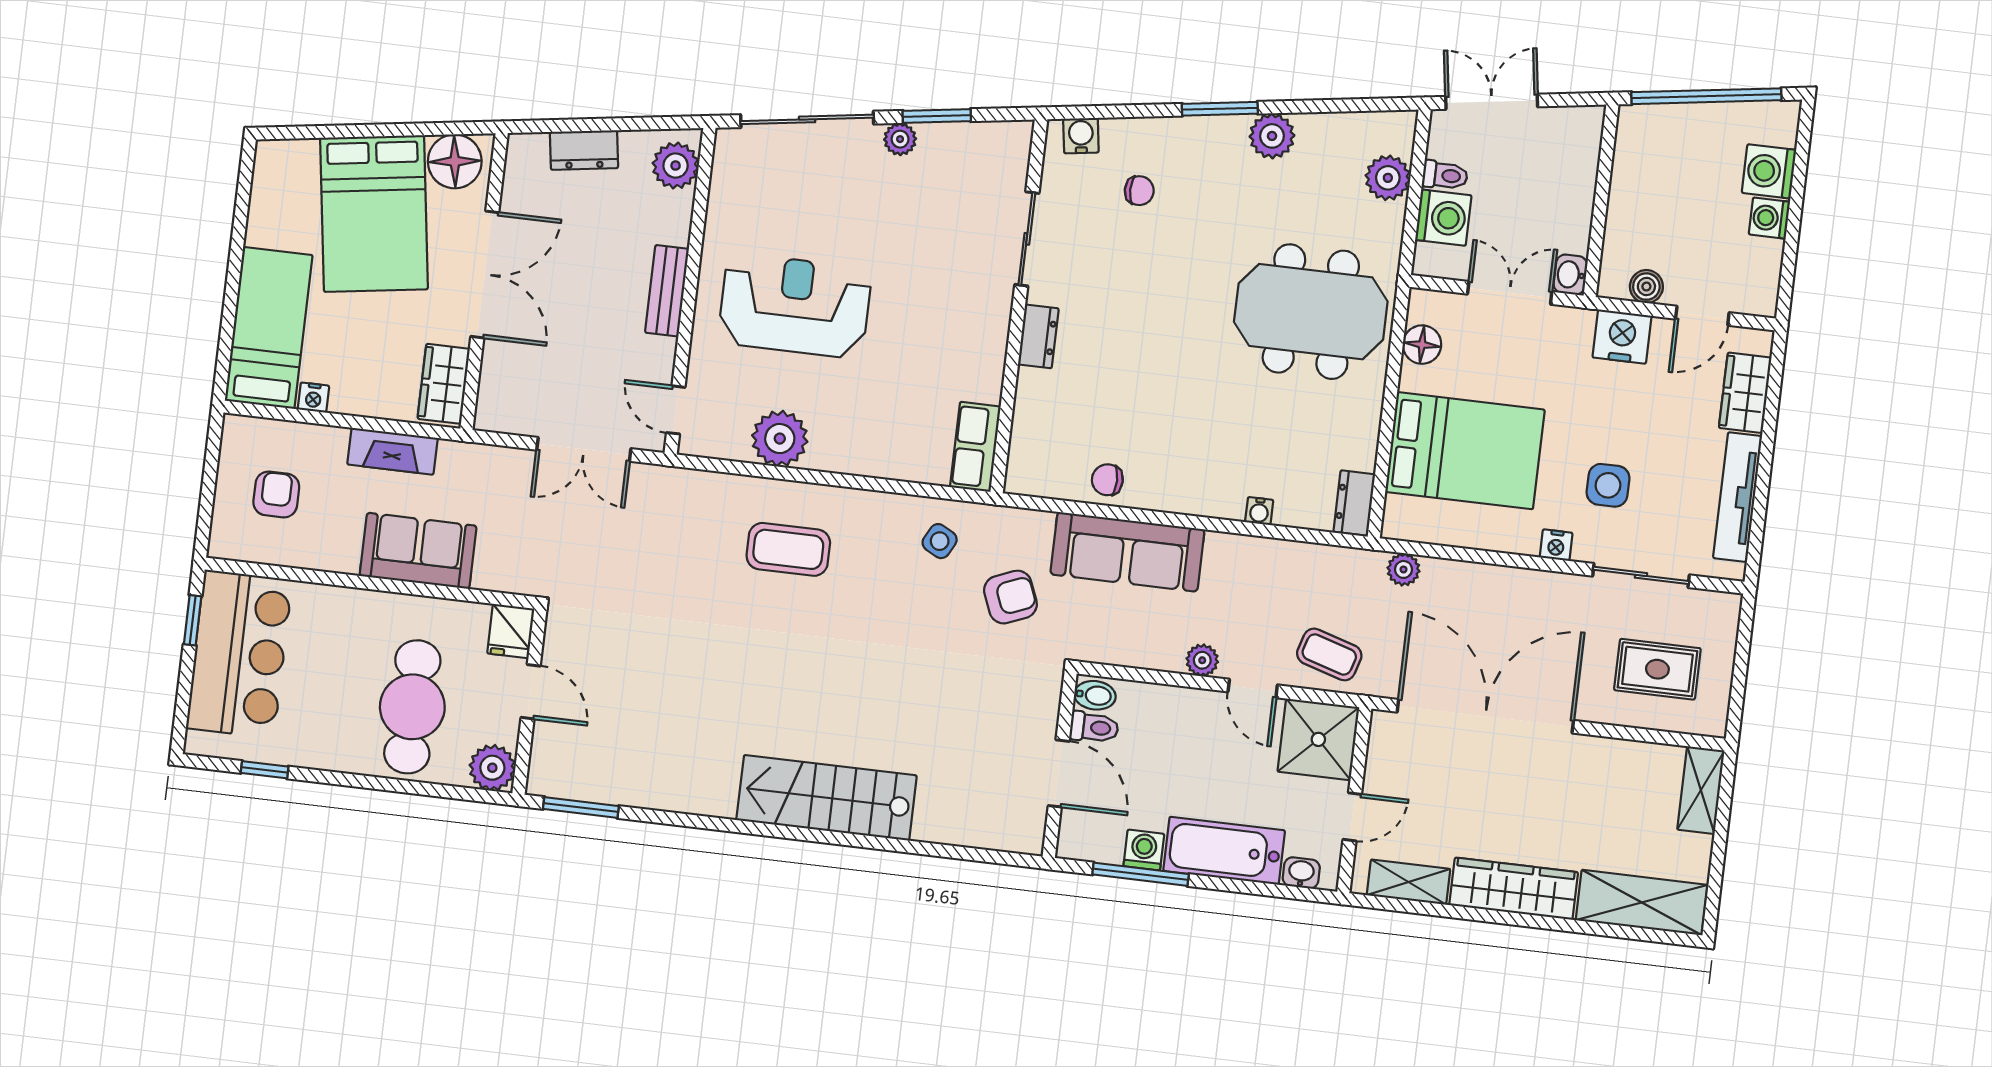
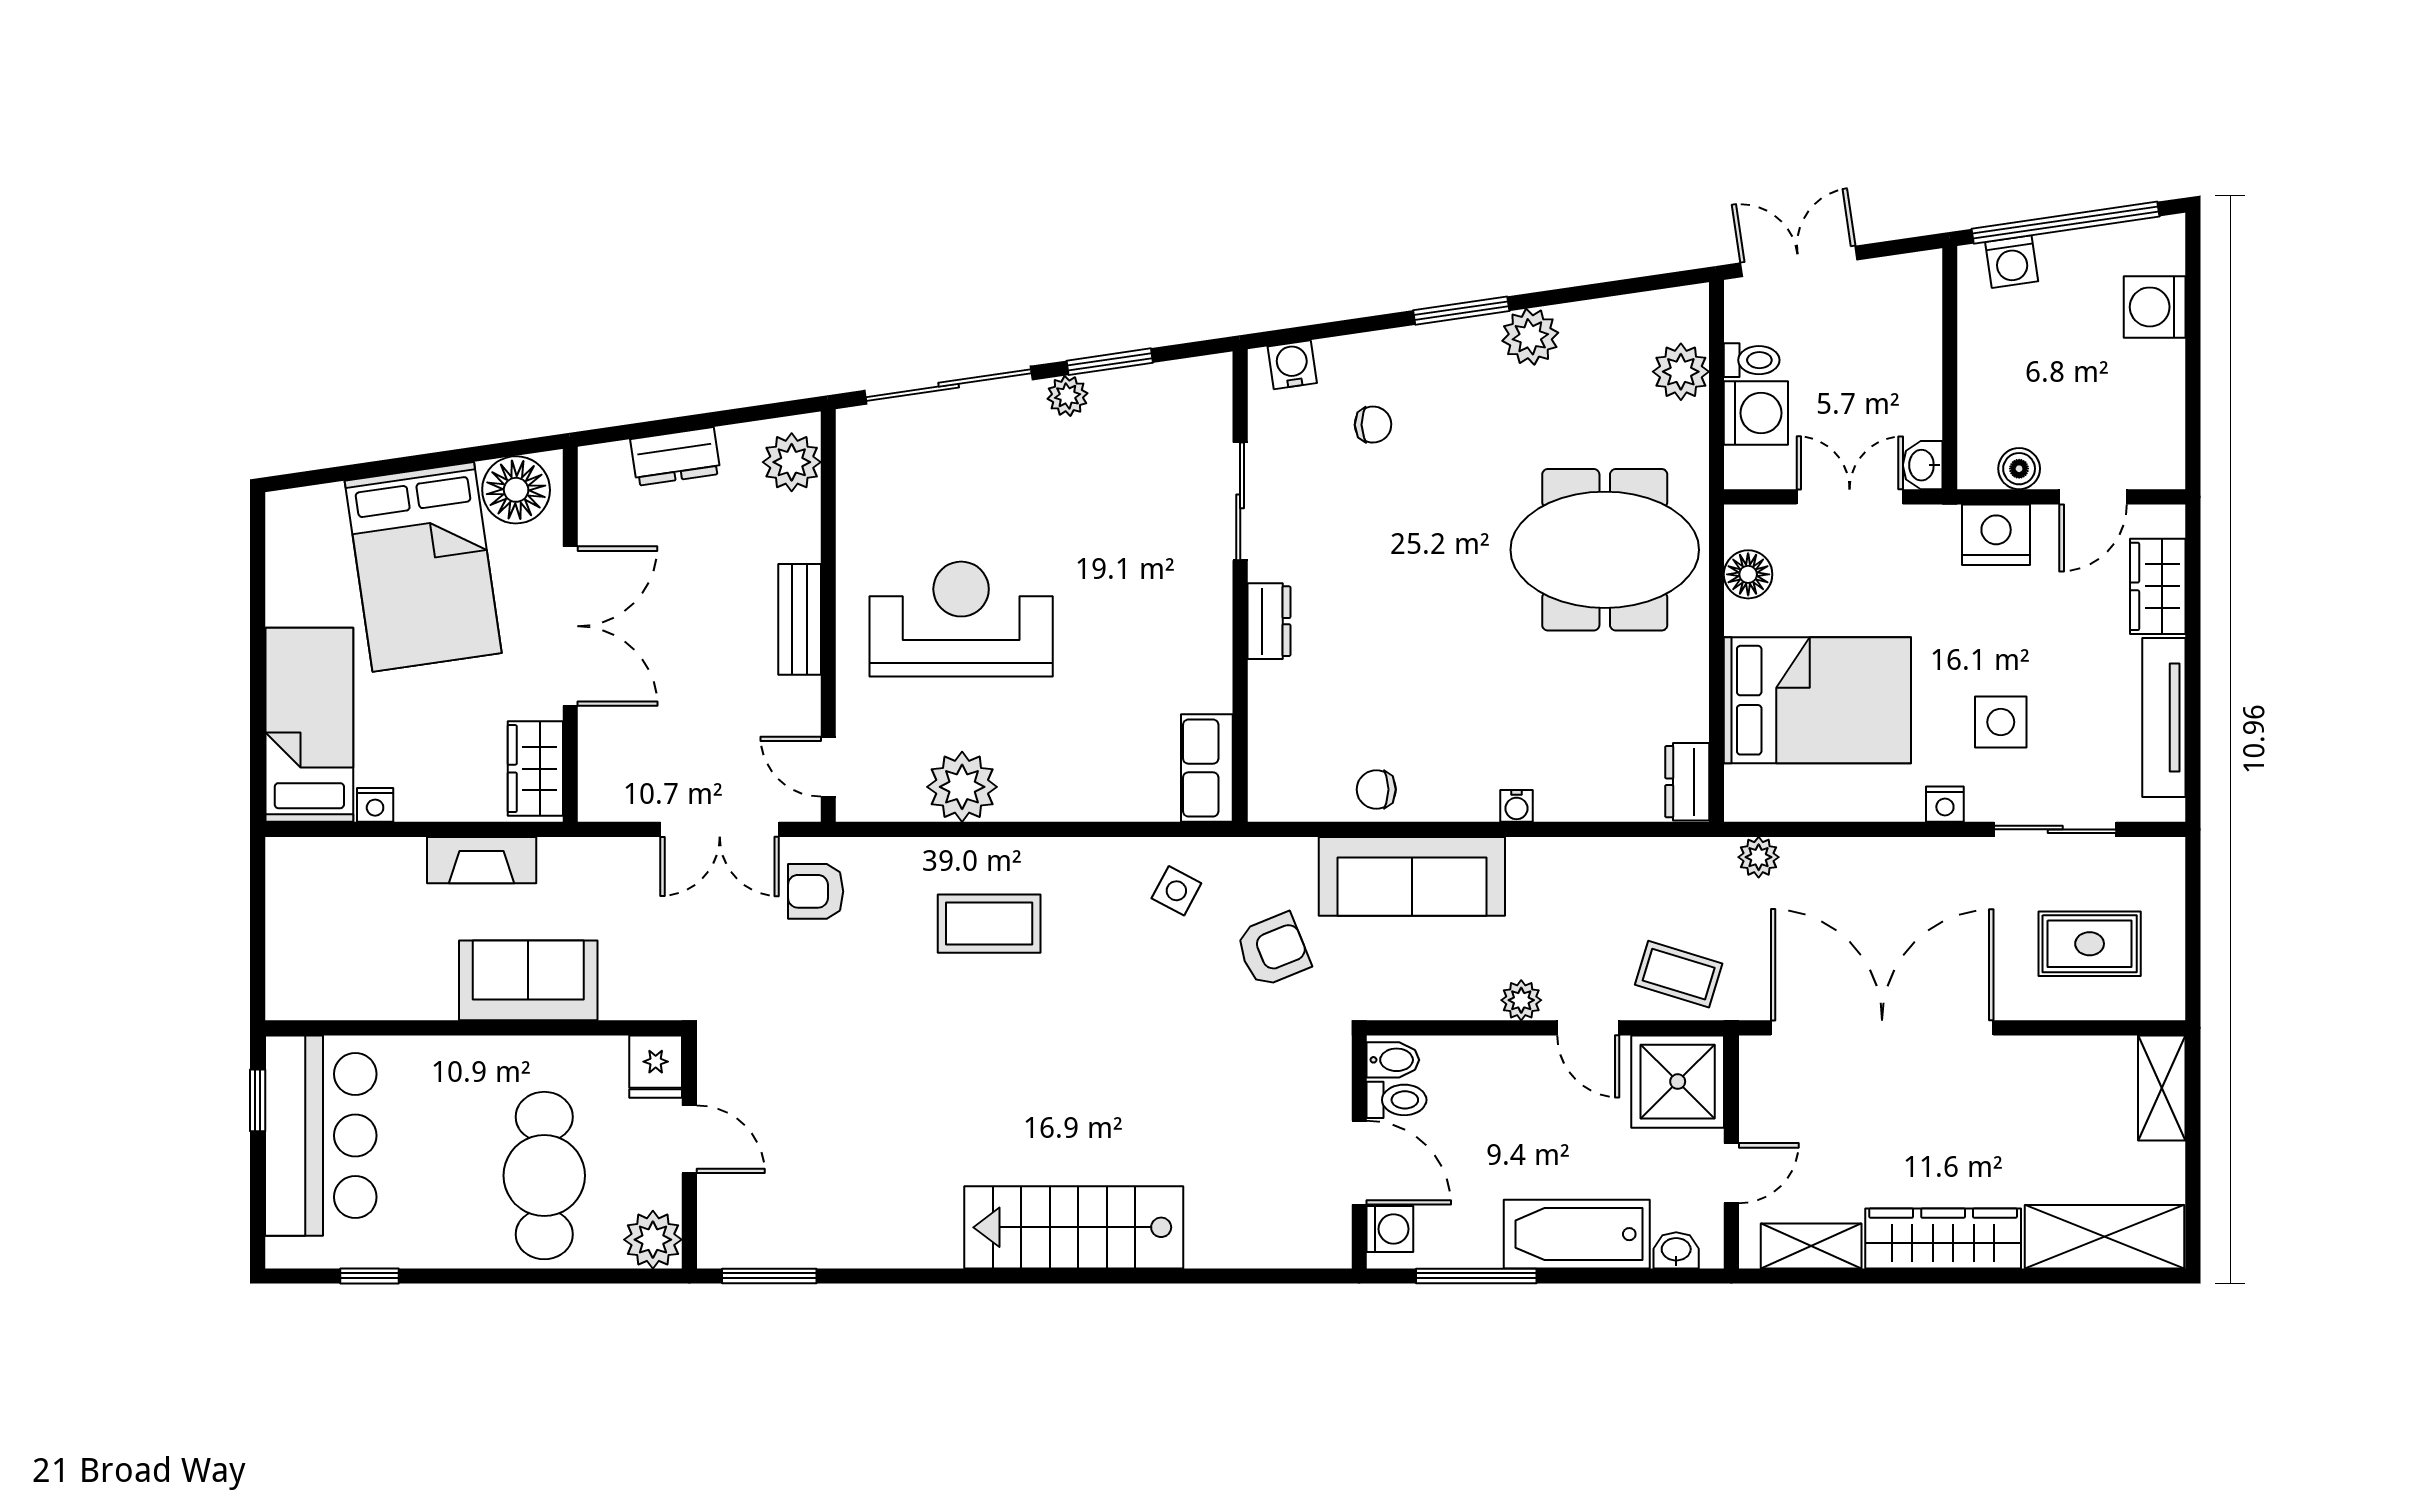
washing machine: (1769, 218) -> (2012, 262), moved, turned -98
armchair: (276, 494) -> (816, 891), moved, turned -90
water cooler: (1259, 511) -> (1517, 806), moved
washing machine: (1144, 850) -> (1390, 1229), moved, turned 90

